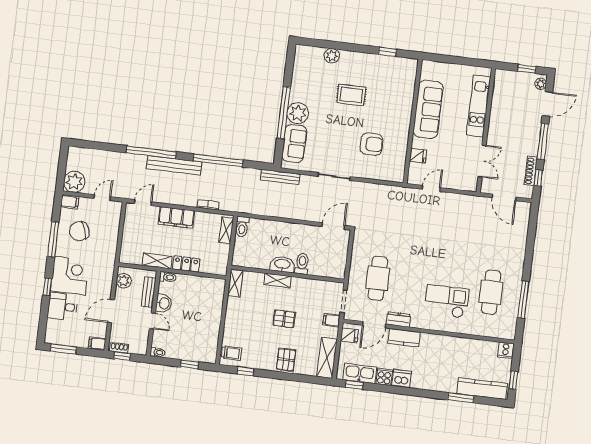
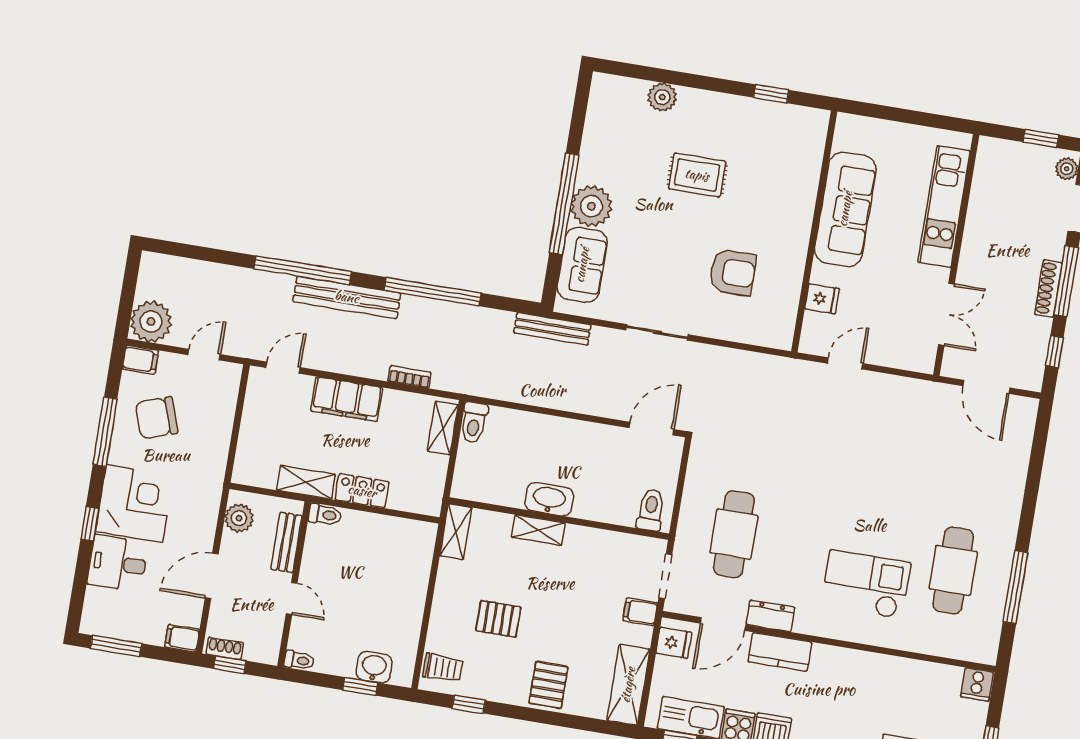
shoe rack: (531, 171) -> (1048, 289), moved
toilet: (302, 264) -> (651, 510), moved
washbasin: (164, 303) -> (374, 667), moved, turned -90
pallet: (284, 319) -> (498, 619), moved

